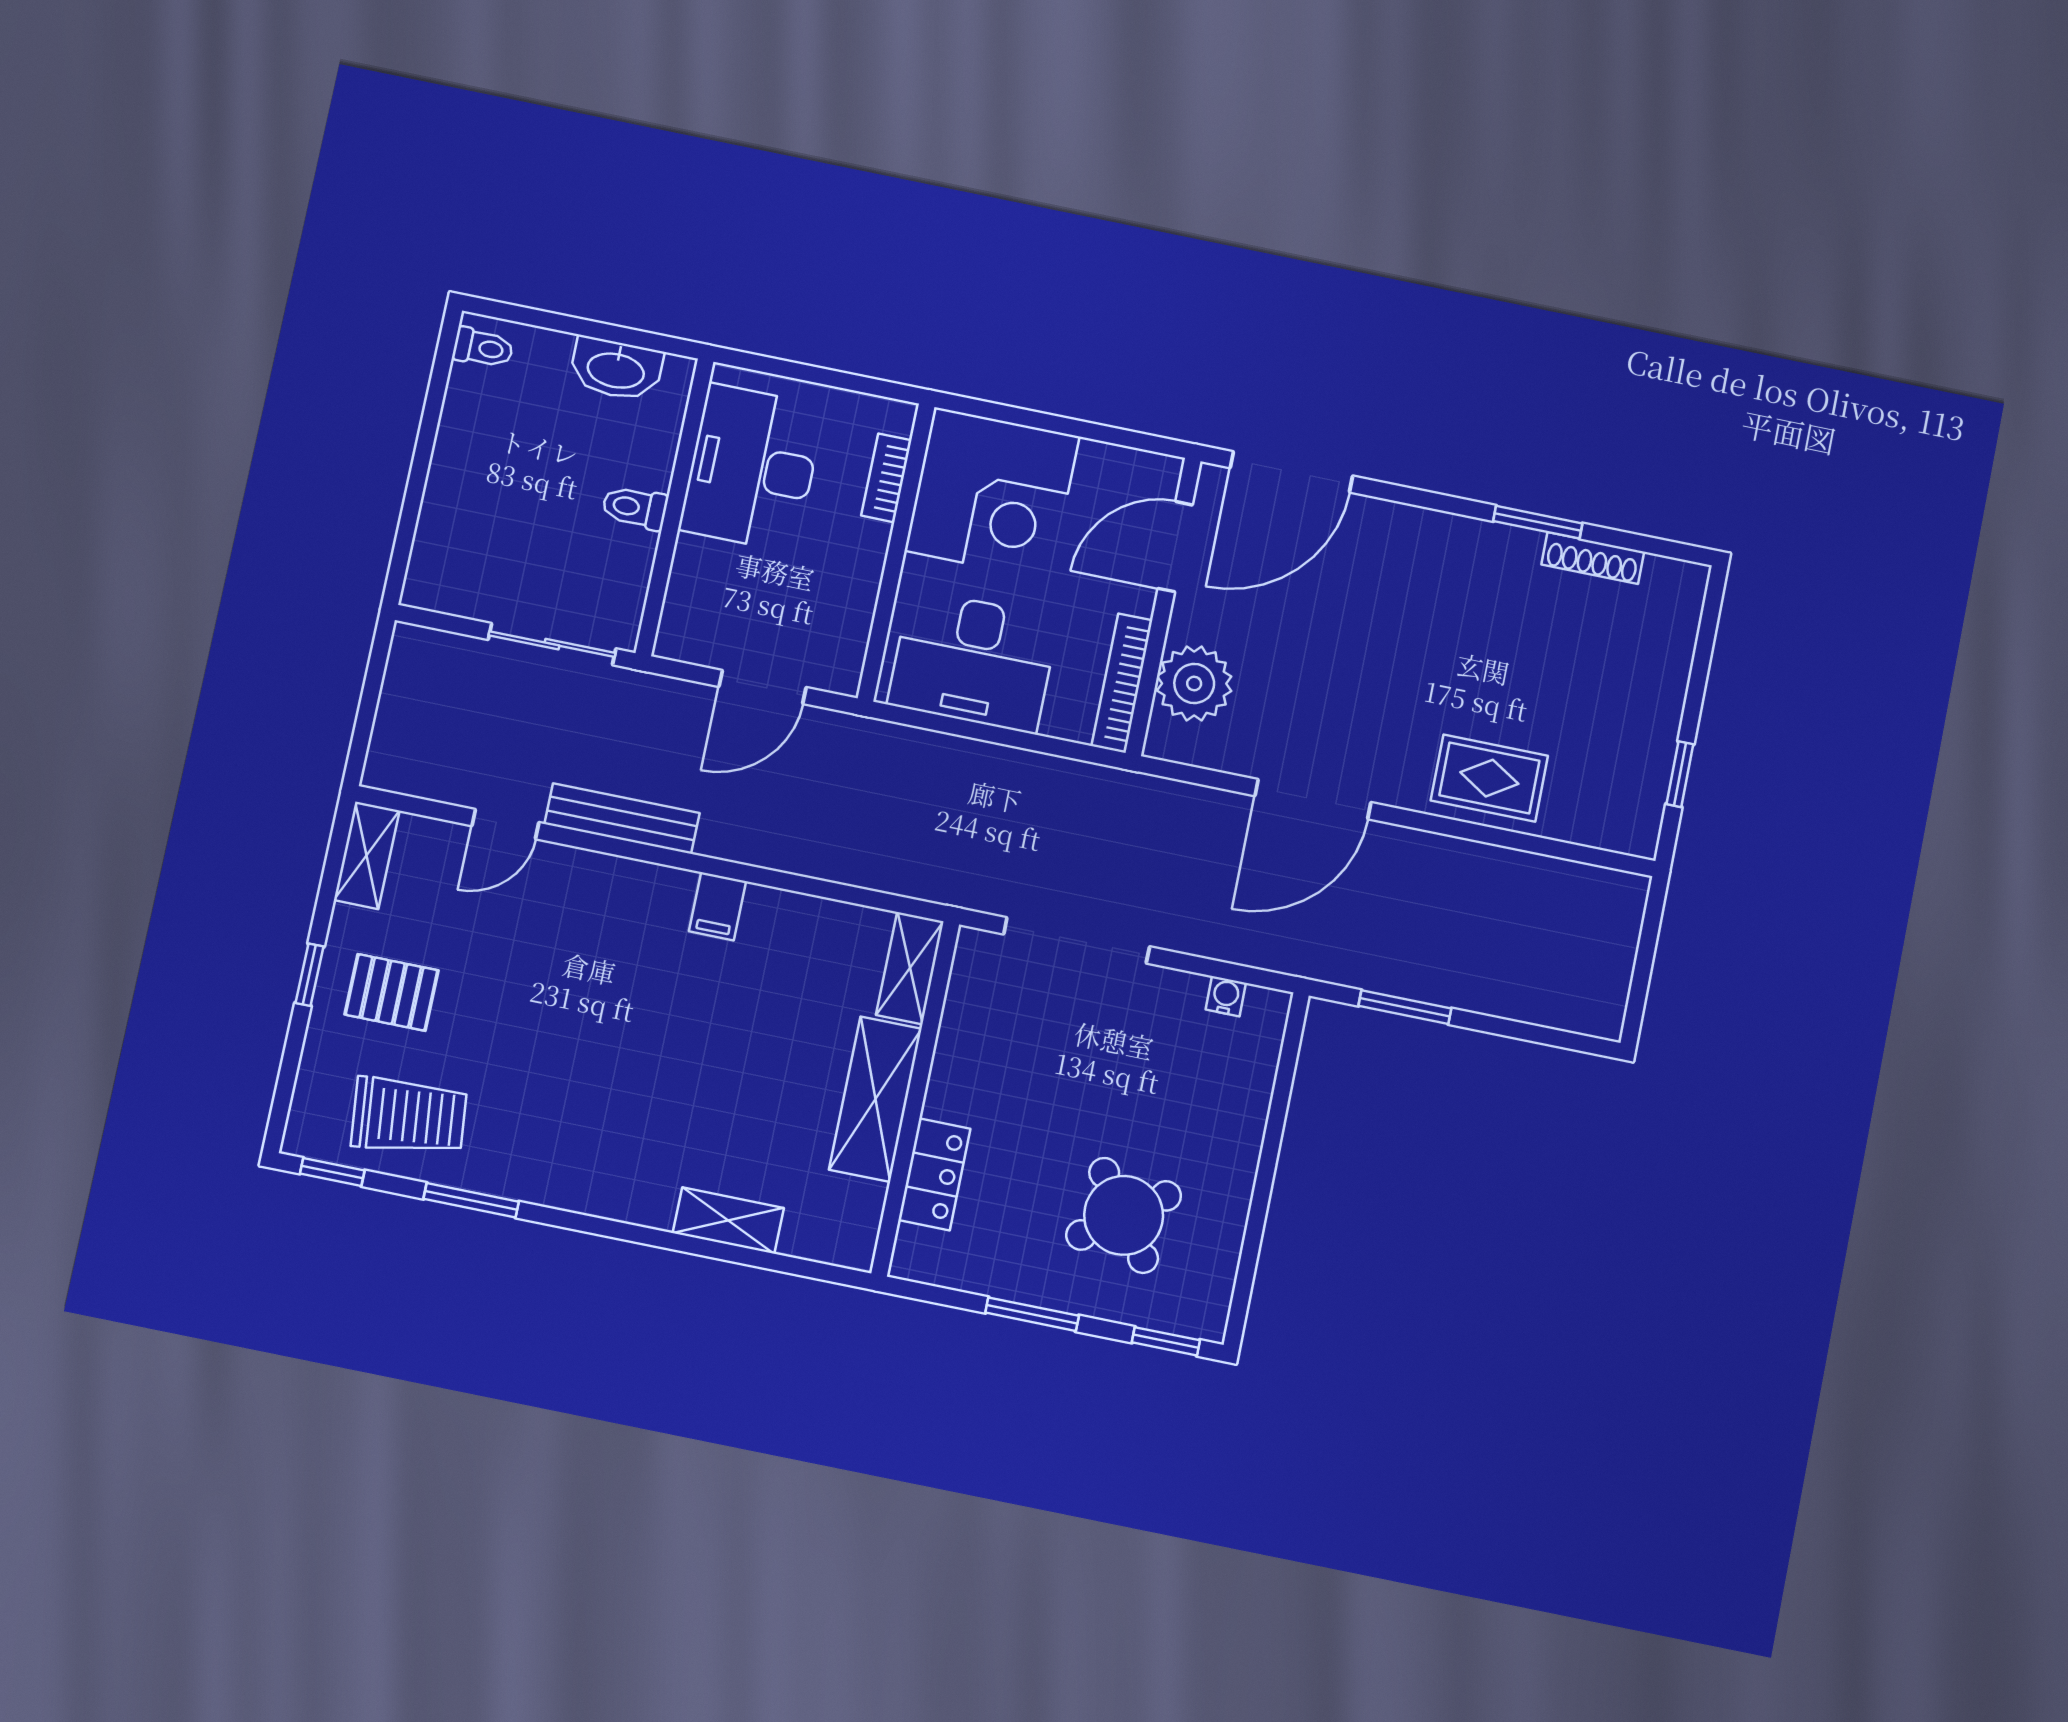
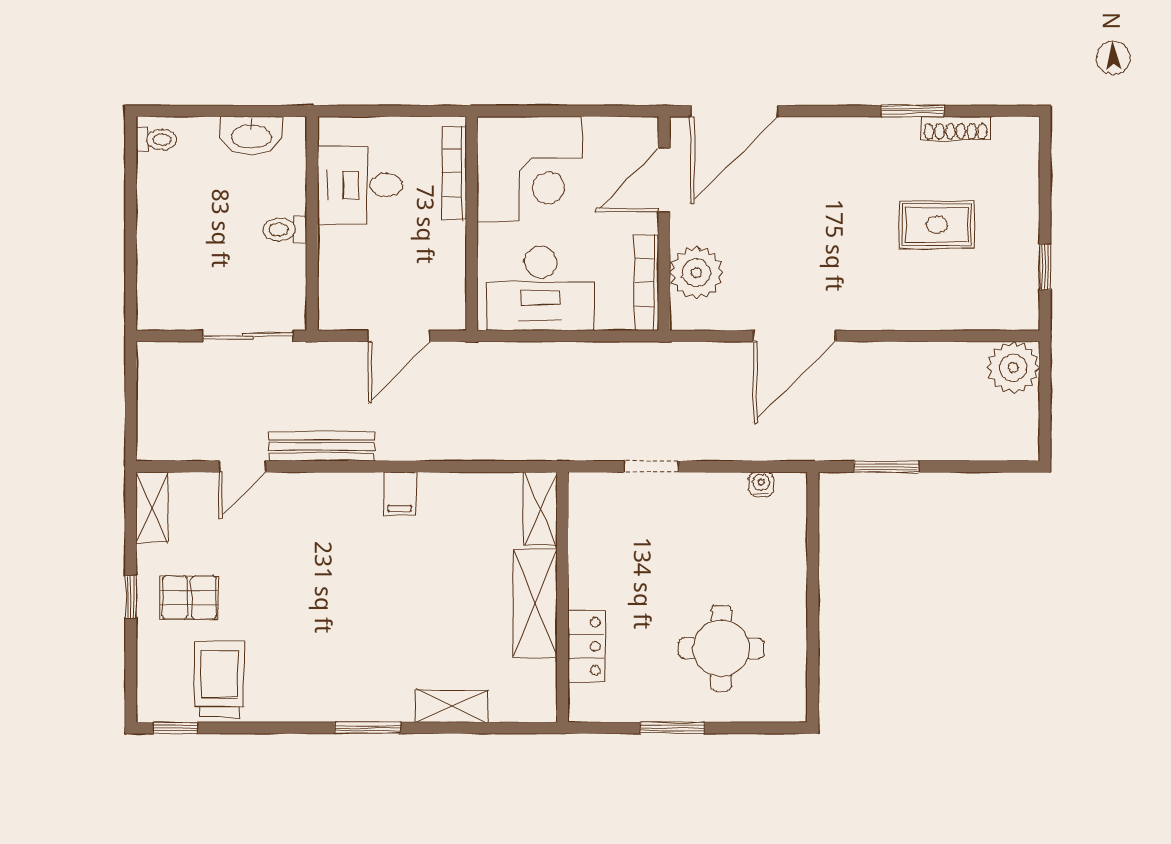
desk: (752, 468) -> (360, 185), width x0.73
bookcase: (886, 478) -> (454, 173), width x1.56
rug: (1489, 778) -> (937, 225), moved
plant: (1609, 905) -> (1013, 368), added
doorway: (1077, 940) -> (651, 467), width x0.53
trolley: (409, 1116) -> (219, 679), turned -84
window: (471, 1200) -> (368, 728), moved
round table: (1124, 1215) -> (721, 648), turned 36
window: (1166, 1341) -> (767, 728), removed

